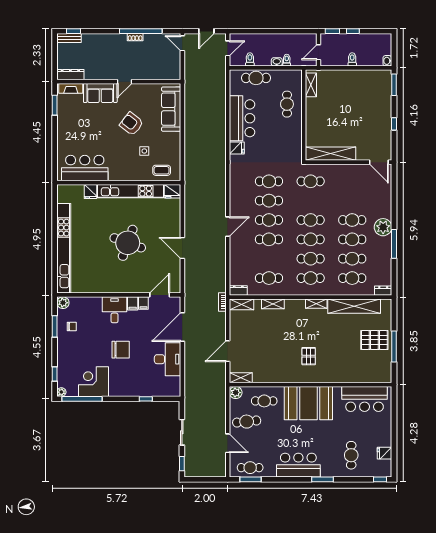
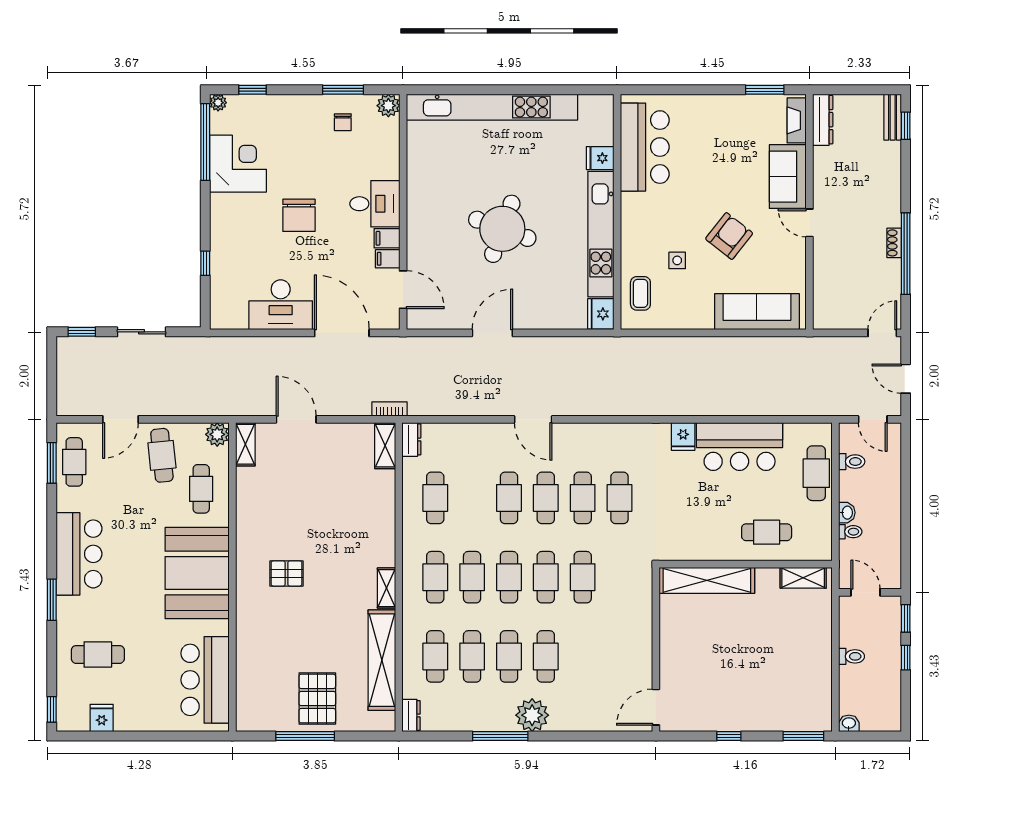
shelving: (331, 154) -> (707, 580), moved, turned 90
cafe table: (311, 181) -> (583, 577), moved
shelving: (273, 304) -> (386, 505), removed

